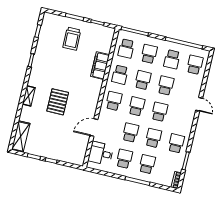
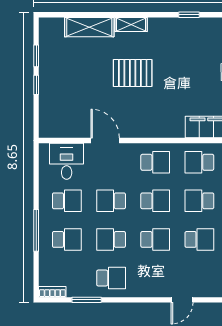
school desk: (143, 80) -> (199, 201), turned 180
school desk: (130, 133) -> (111, 201), turned 180
shelving: (21, 136) -> (89, 27), moved
school desk: (153, 138) -> (111, 239), turned 180

